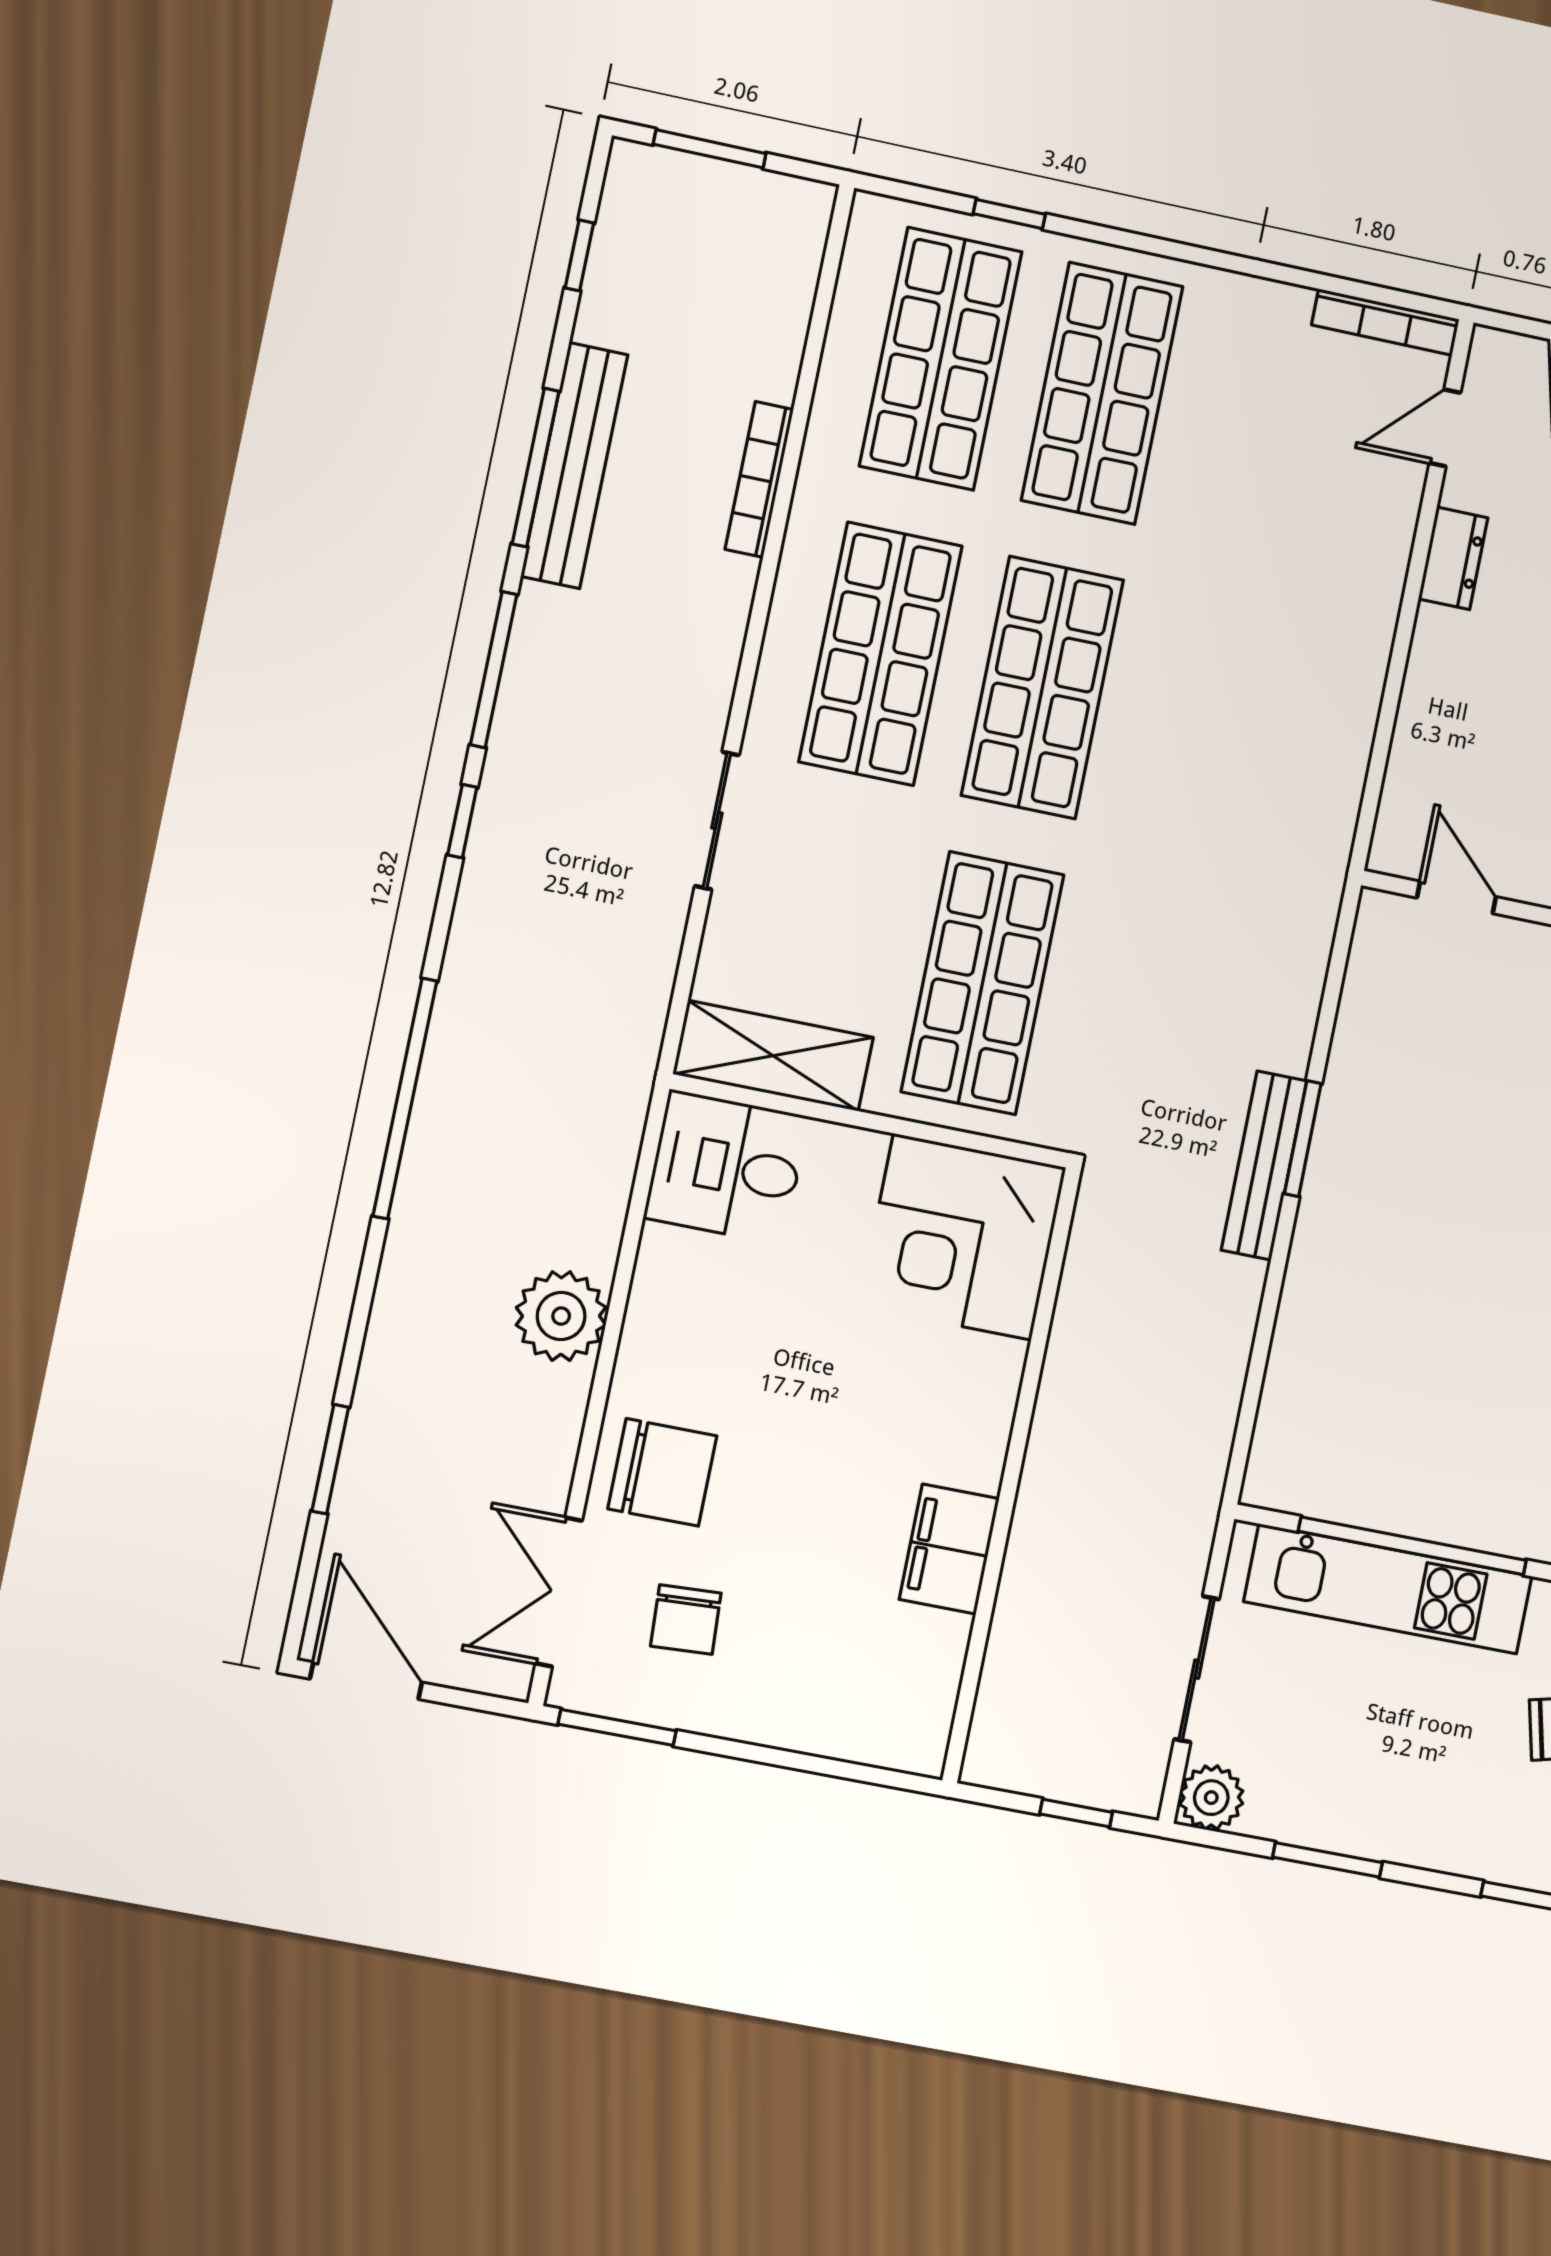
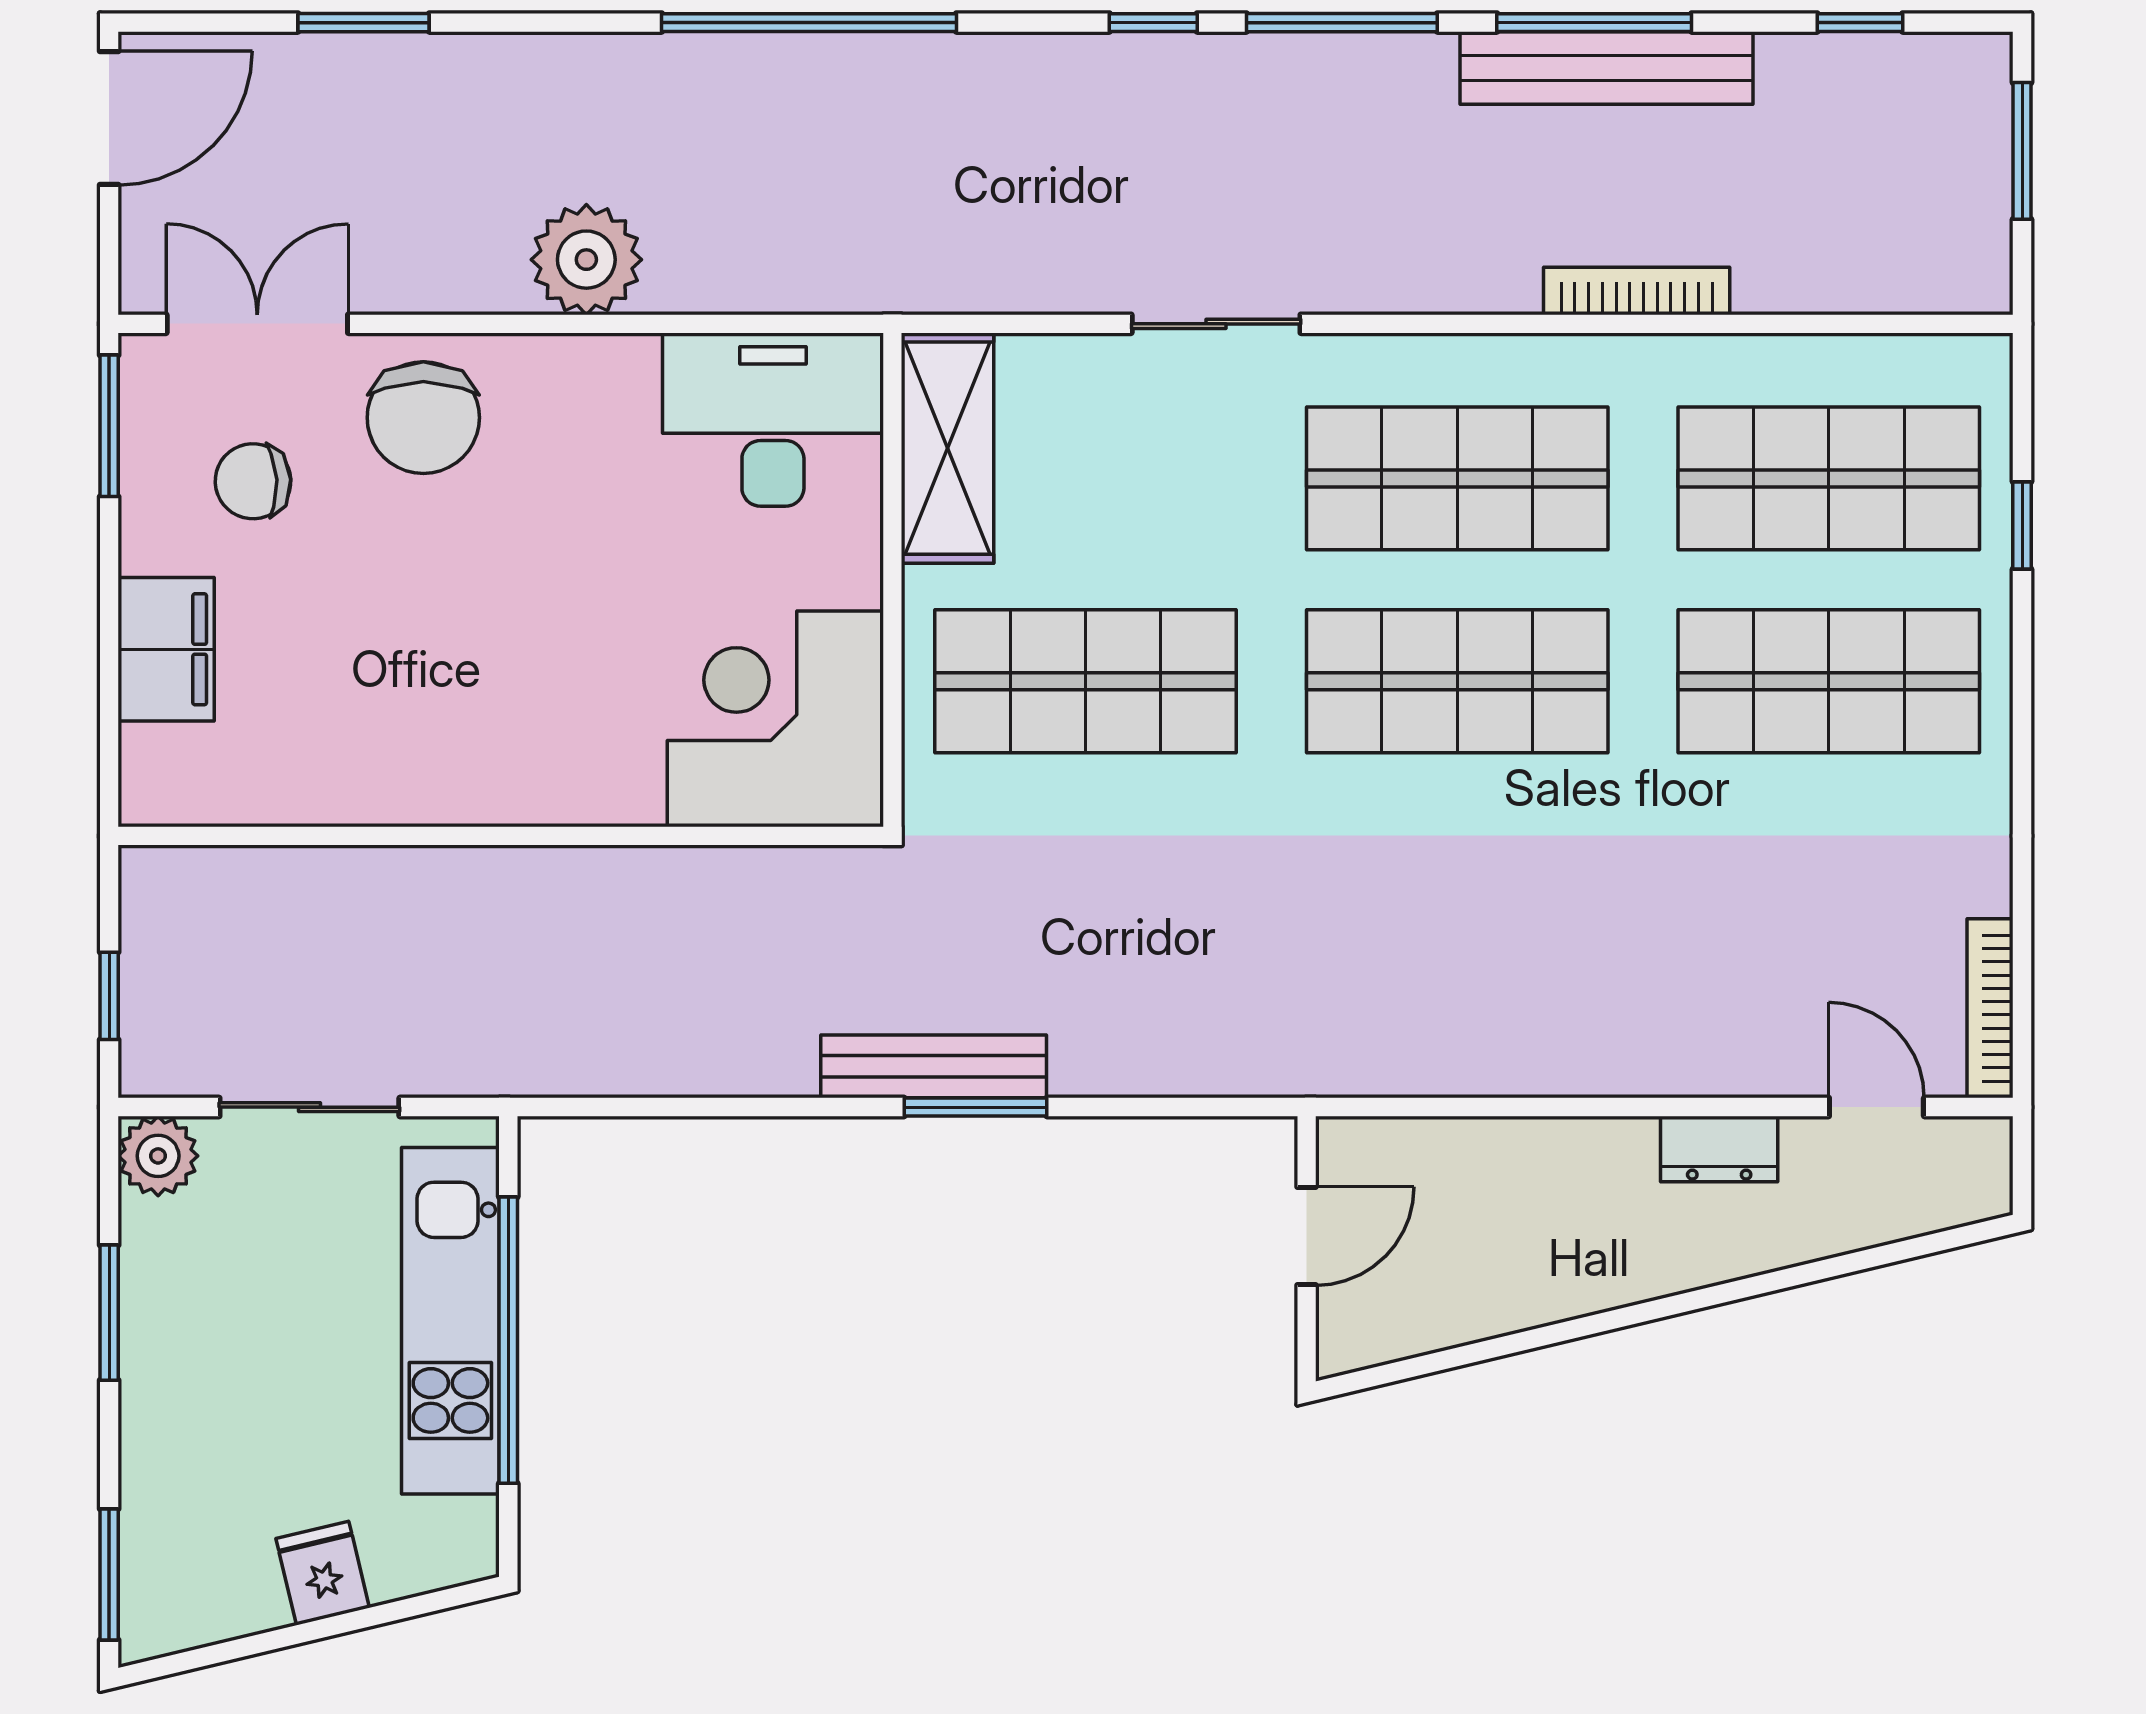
desk: (726, 1167) -> (773, 420), width x1.37
filing cabinet: (949, 1549) -> (166, 649), moved, turned 90

